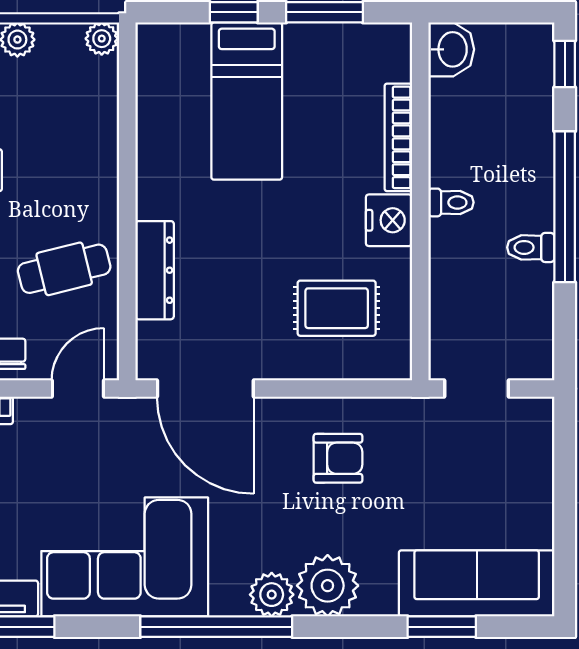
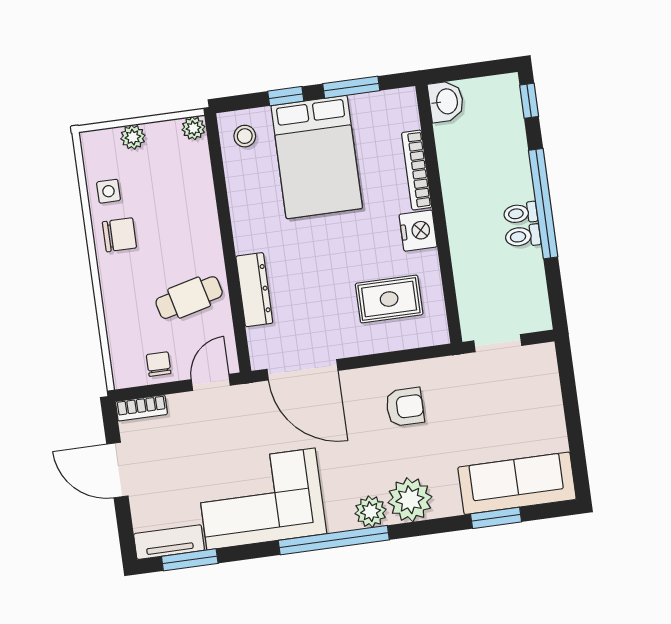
stool: (170, 59) -> (245, 136), added
bed: (247, 101) -> (317, 157), width x1.50
toilet: (451, 202) -> (520, 213), moved, turned 180

